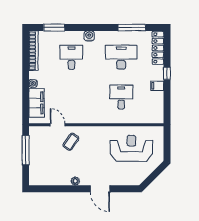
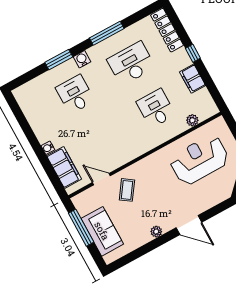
window: (54, 28) -> (59, 60), moved
window: (132, 28) -> (107, 33), moved
bookcase: (33, 51) -> (28, 110), removed
filing cabinet: (157, 86) -> (193, 79), width x2.00
plant: (141, 119) -> (192, 120), added
sofa: (39, 161) -> (102, 231), added

